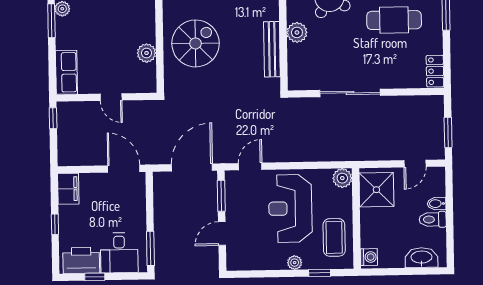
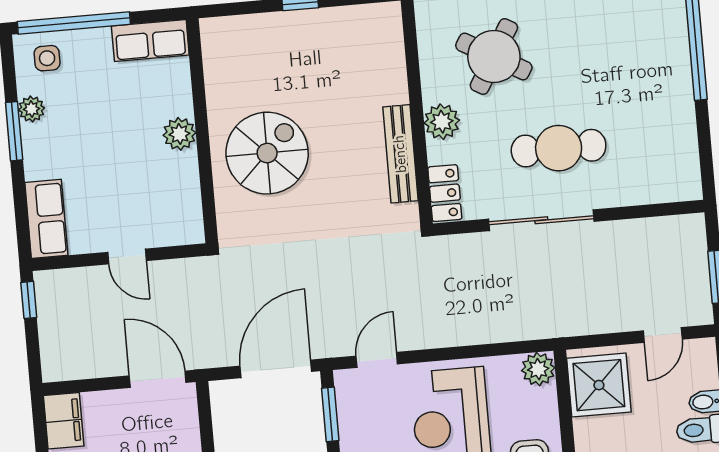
cafe table: (394, 20) -> (559, 148), moved
plant: (147, 53) -> (179, 134), moved
locker: (435, 71) -> (445, 193), moved, turned 180

